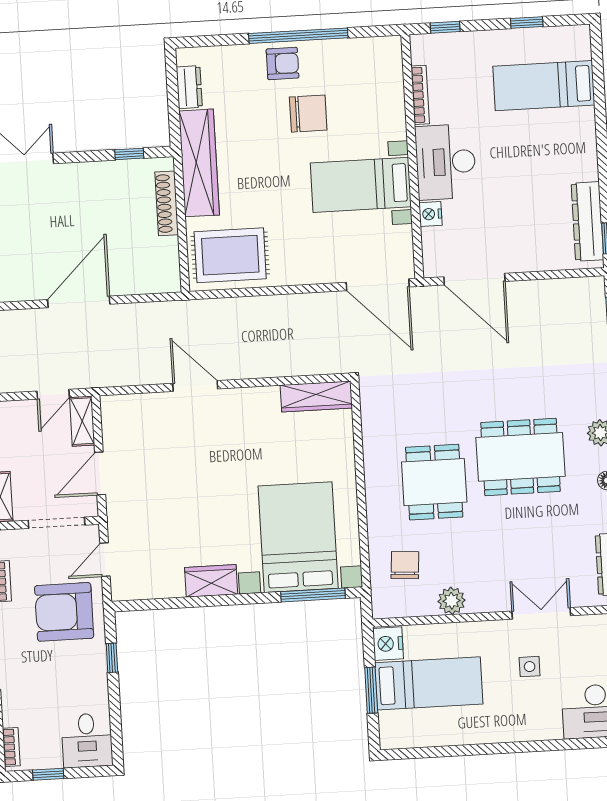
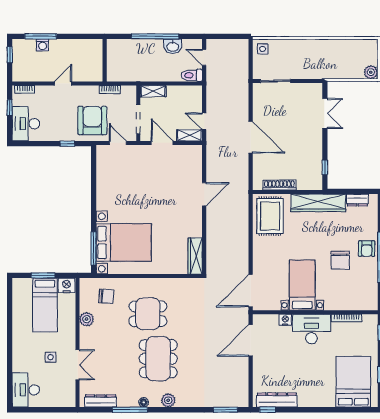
bed: (544, 86) -> (353, 382), width x1.50
shoe rack: (167, 203) -> (279, 185), moved
wardrobe: (211, 581) -> (104, 197), removed
desk: (87, 740) -> (26, 124), width x1.37

